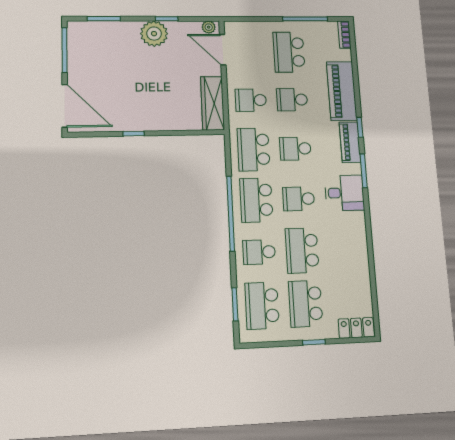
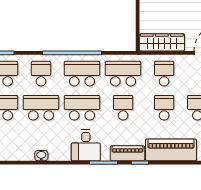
school desk: (299, 199) -> (82, 108), width x1.85
washbasin: (361, 248) -> (41, 156), added

